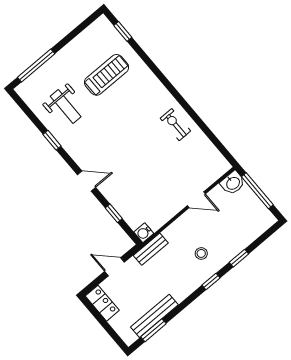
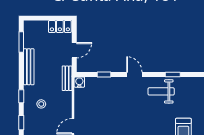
weight bench: (66, 106) -> (161, 91), moved
door: (87, 181) -> (134, 75), swing flipped
bench: (154, 316) -> (29, 67), moved

